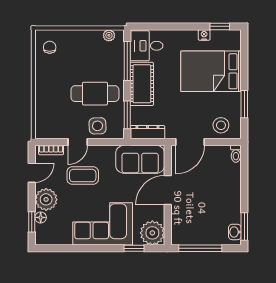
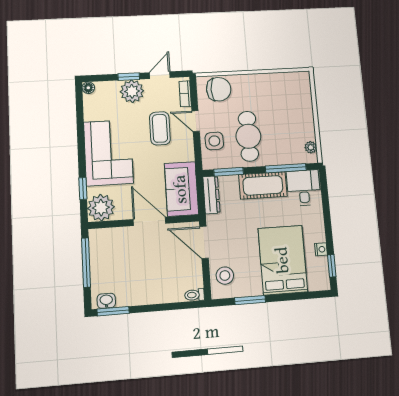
chair: (50, 47) -> (219, 89), moved, width x1.87, depth x1.87
door: (32, 173) -> (160, 75), swing flipped
floor lamp: (41, 217) -> (88, 88), moved
window: (32, 222) -> (129, 77), moved

